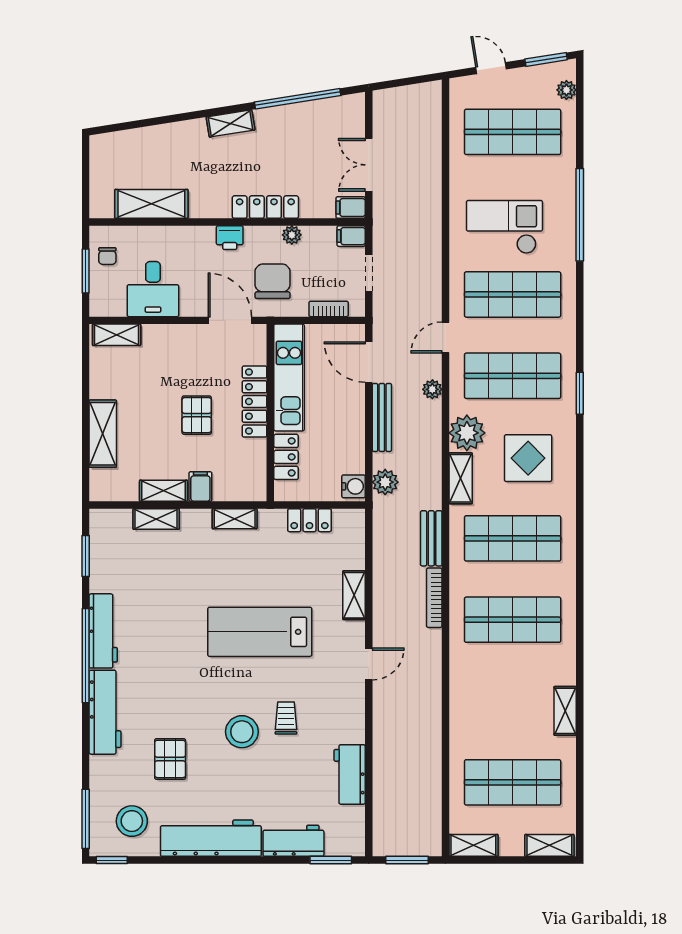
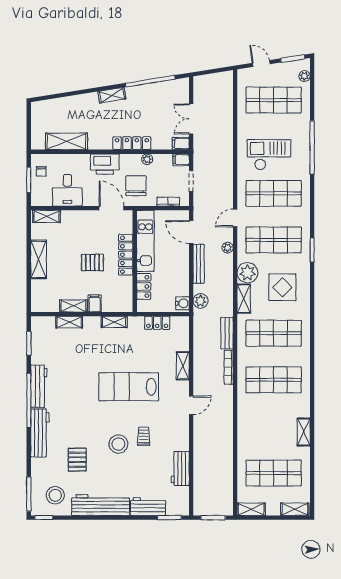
printer: (230, 238) -> (105, 164), width x1.87, depth x1.48
pallet: (197, 415) -> (92, 262), turned 90
shelving: (103, 434) -> (39, 259), moved

